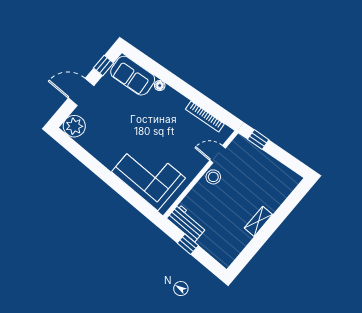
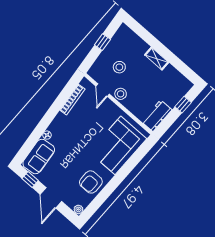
plant: (74, 126) -> (78, 209), width x0.53, depth x0.53
window: (258, 139) -> (102, 42), moved
armchair: (102, 142) -> (91, 182), added
stool: (247, 175) -> (119, 67), added
window: (188, 244) -> (183, 105), moved

